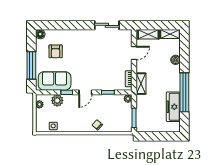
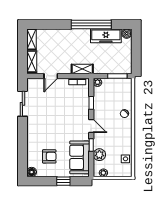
door: (134, 53) -> (51, 76), swing flipped
boiler: (176, 60) -> (127, 34), moved
window: (31, 65) -> (63, 181), width x0.46

